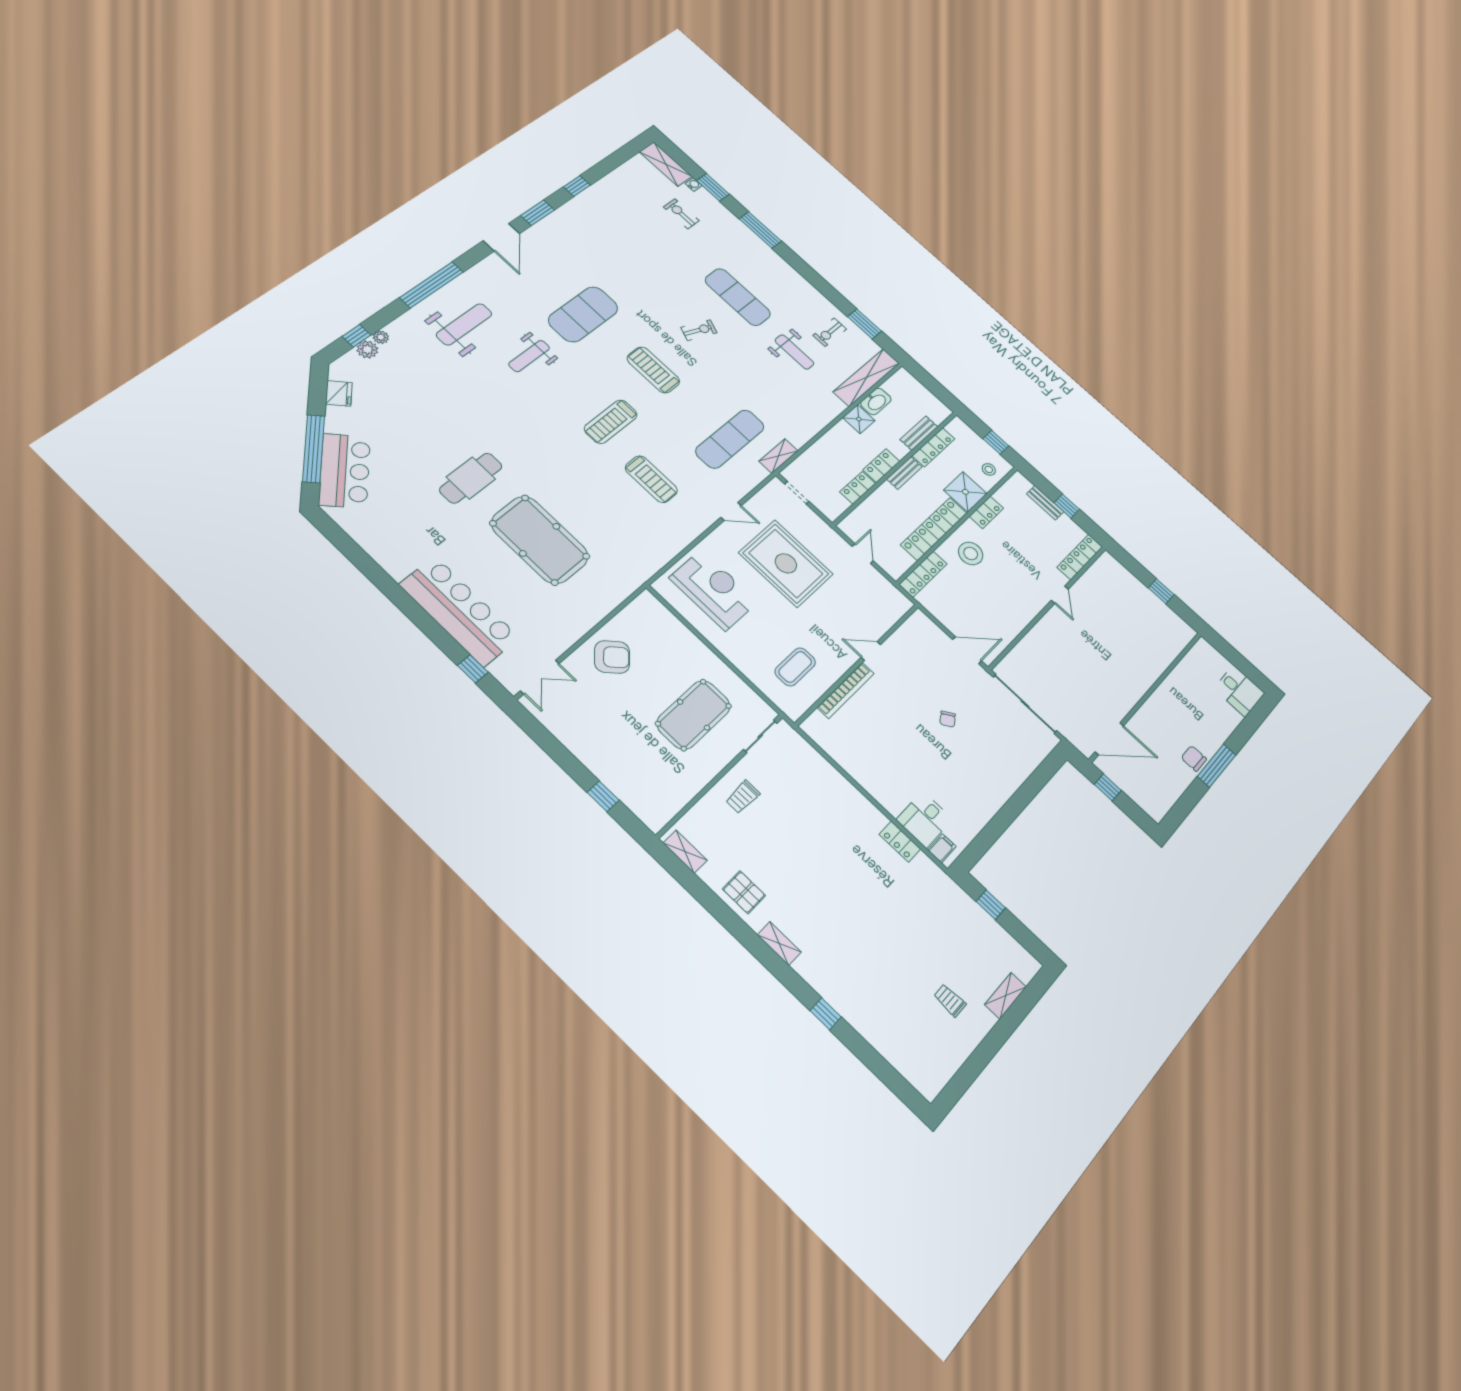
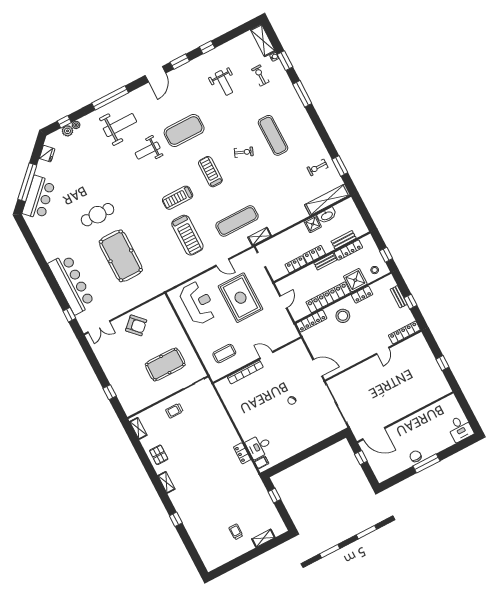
weight bench: (794, 352) -> (224, 83), moved
treadmill: (651, 479) -> (187, 235), width x1.37, depth x1.38

